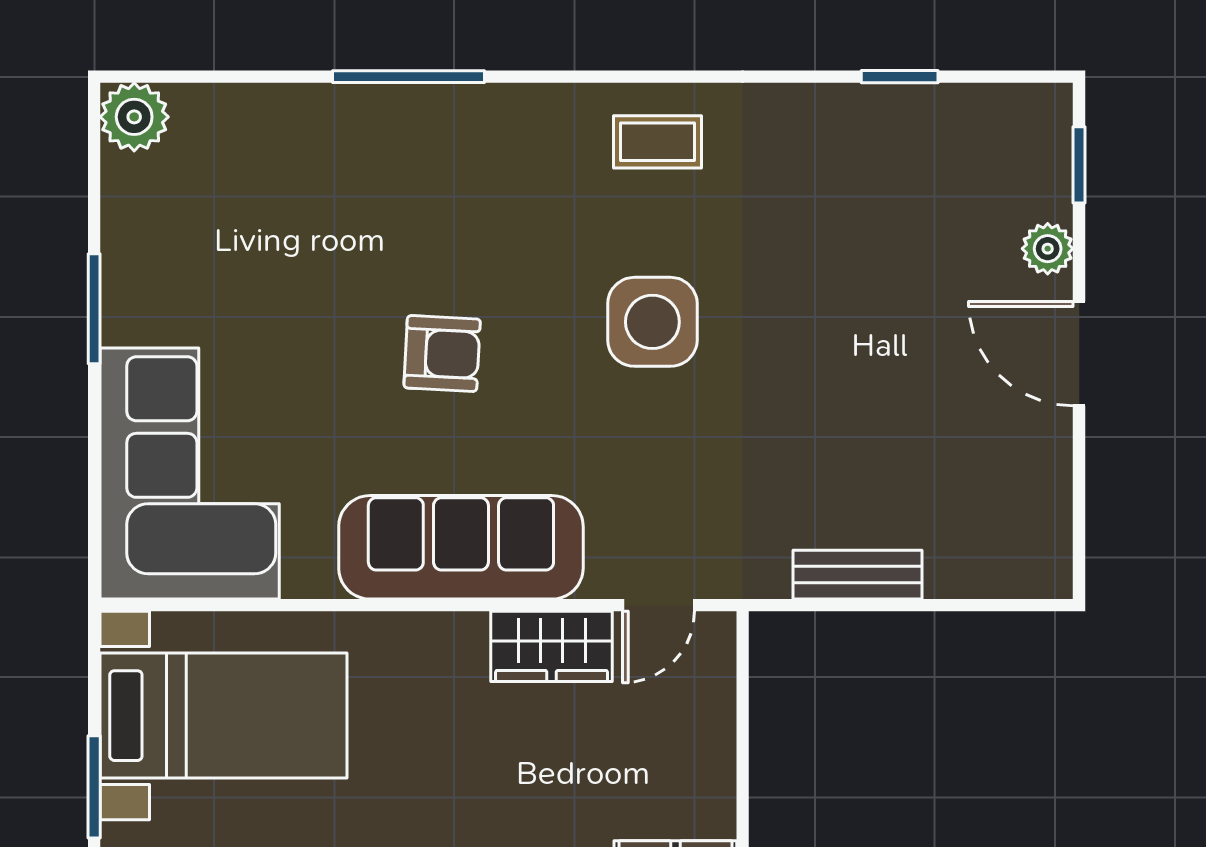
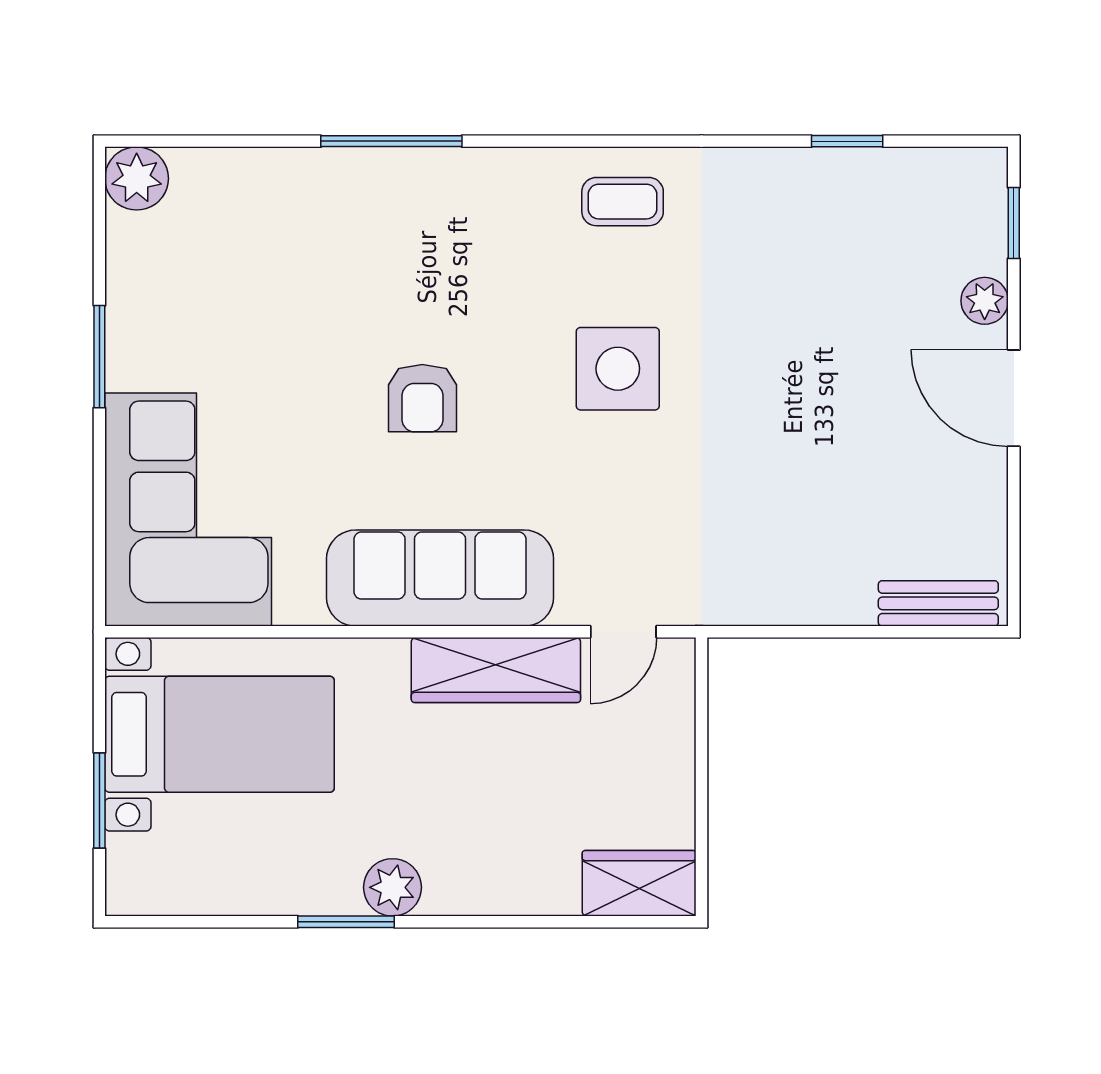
armchair: (442, 354) -> (422, 398), turned 87
bench: (858, 575) -> (938, 603), moved
wardrobe: (552, 646) -> (496, 670), width x1.50

